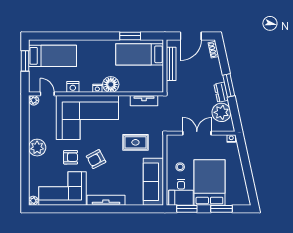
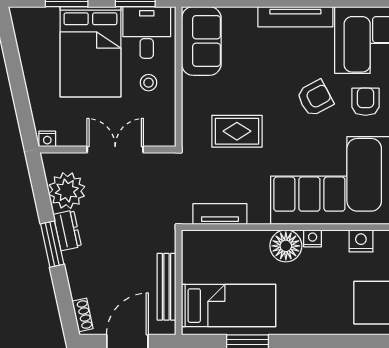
double door: (197, 133) -> (115, 150), swing flipped
armchair: (71, 157) -> (365, 102), turned 90
sofa: (153, 182) -> (201, 41), width x0.73

